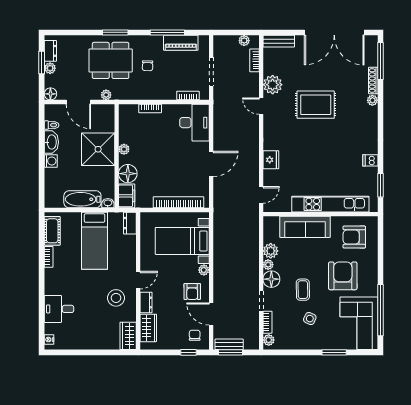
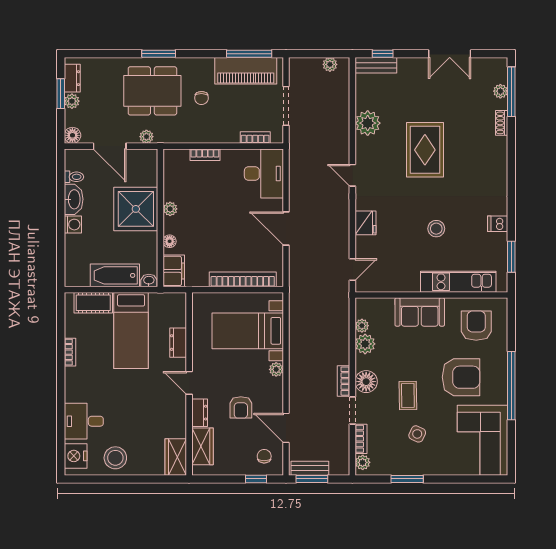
window: (167, 32) -> (249, 54), moved
window: (284, 32) -> (383, 54), added
double door: (334, 32) -> (450, 54), width x0.54
piano: (181, 43) -> (246, 71), width x1.37, depth x1.33
bookcase: (254, 60) -> (344, 381), moved
shoe rack: (373, 81) -> (502, 123), width x0.70
plant: (372, 100) -> (500, 91), moved
rug: (316, 105) -> (425, 150), turned 90
door: (261, 106) -> (352, 175), moved
door: (211, 164) -> (286, 228), swing flipped
stool: (324, 164) -> (436, 229), added
floor lamp: (128, 174) -> (170, 241), width x0.53, depth x0.53
kitchen unit: (330, 204) -> (458, 282), width x0.73
dresser: (130, 223) -> (178, 343), moved
sofa: (305, 227) -> (420, 312), width x0.73
cot: (52, 231) -> (93, 303), moved, turned 90
armchair: (354, 237) -> (476, 326), turned 90
plant: (268, 265) -> (362, 326), moved
armchair: (343, 276) -> (461, 377), turned 90
door: (138, 280) -> (189, 383), swing flipped
armchair: (192, 291) -> (241, 407), moved
stool: (116, 298) -> (115, 458), moved
window: (381, 310) -> (511, 386), moved
nightstand: (49, 340) -> (76, 456), width x1.89, depth x1.79
window: (334, 352) -> (407, 479), moved

